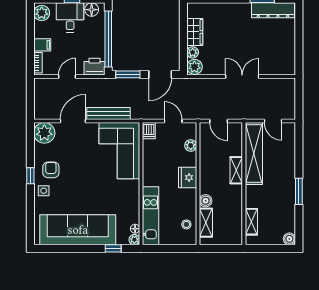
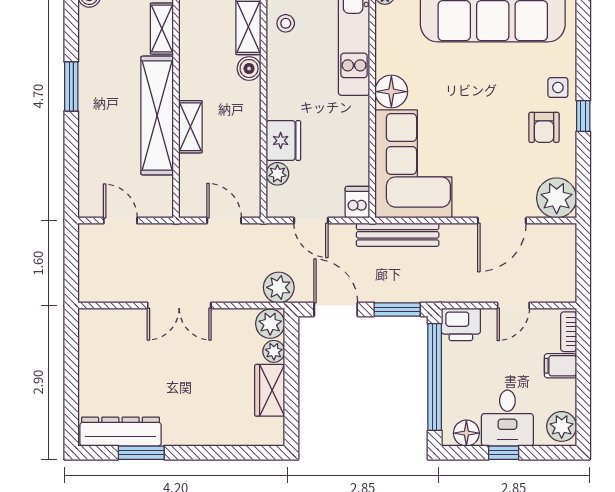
door: (160, 74) -> (336, 309), hinge flipped
plant: (190, 86) -> (279, 287), added
bench: (109, 114) -> (398, 235), moved
shelving: (254, 154) -> (157, 116), moved
fridge: (188, 178) -> (283, 140), moved
floor lamp: (135, 229) -> (391, 92), moved, width x1.89, depth x1.89

